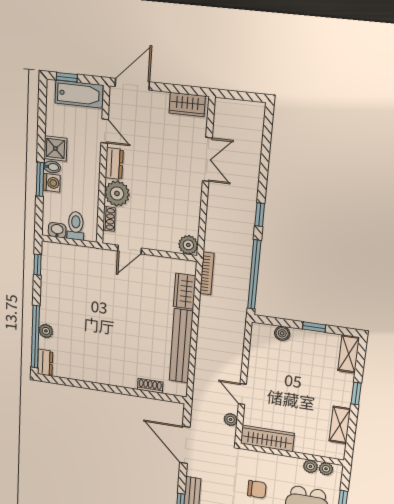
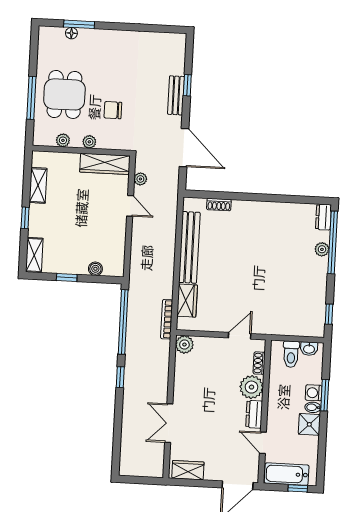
plant: (326, 469) -> (89, 142), moved

